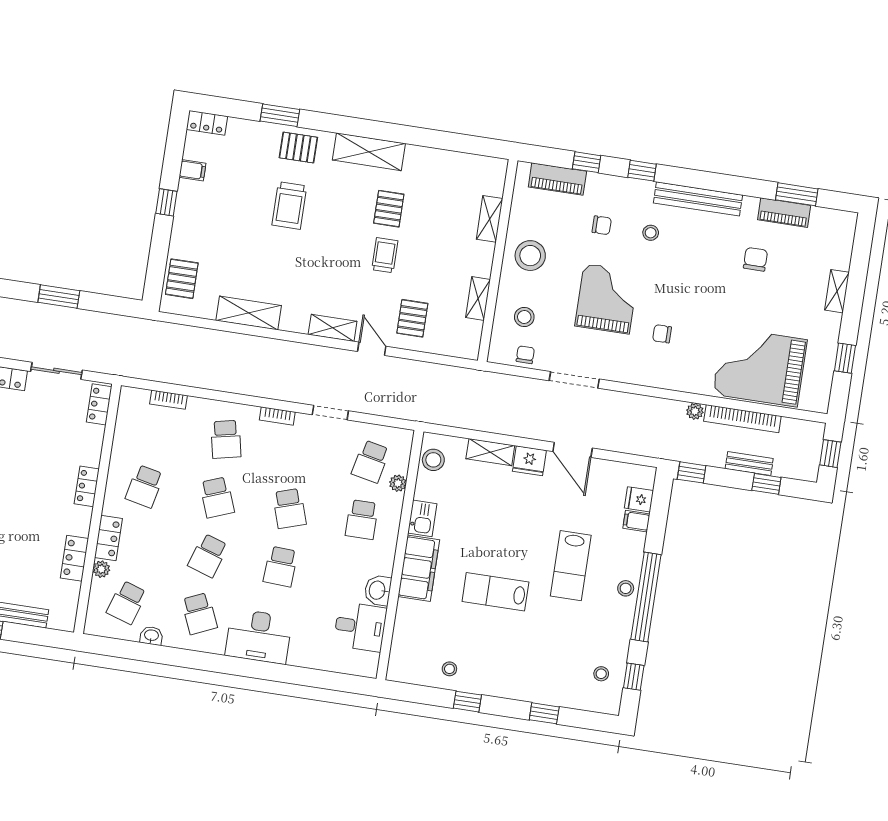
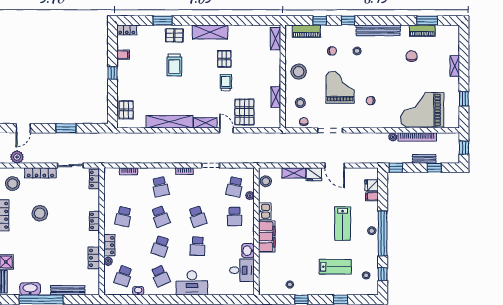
shelving: (490, 219) -> (275, 39), moved
shelving: (249, 313) -> (170, 122), width x1.47
pallet: (412, 318) -> (244, 112), width x1.50, depth x1.42
lab bench: (495, 592) -> (335, 267), moved, turned 180

